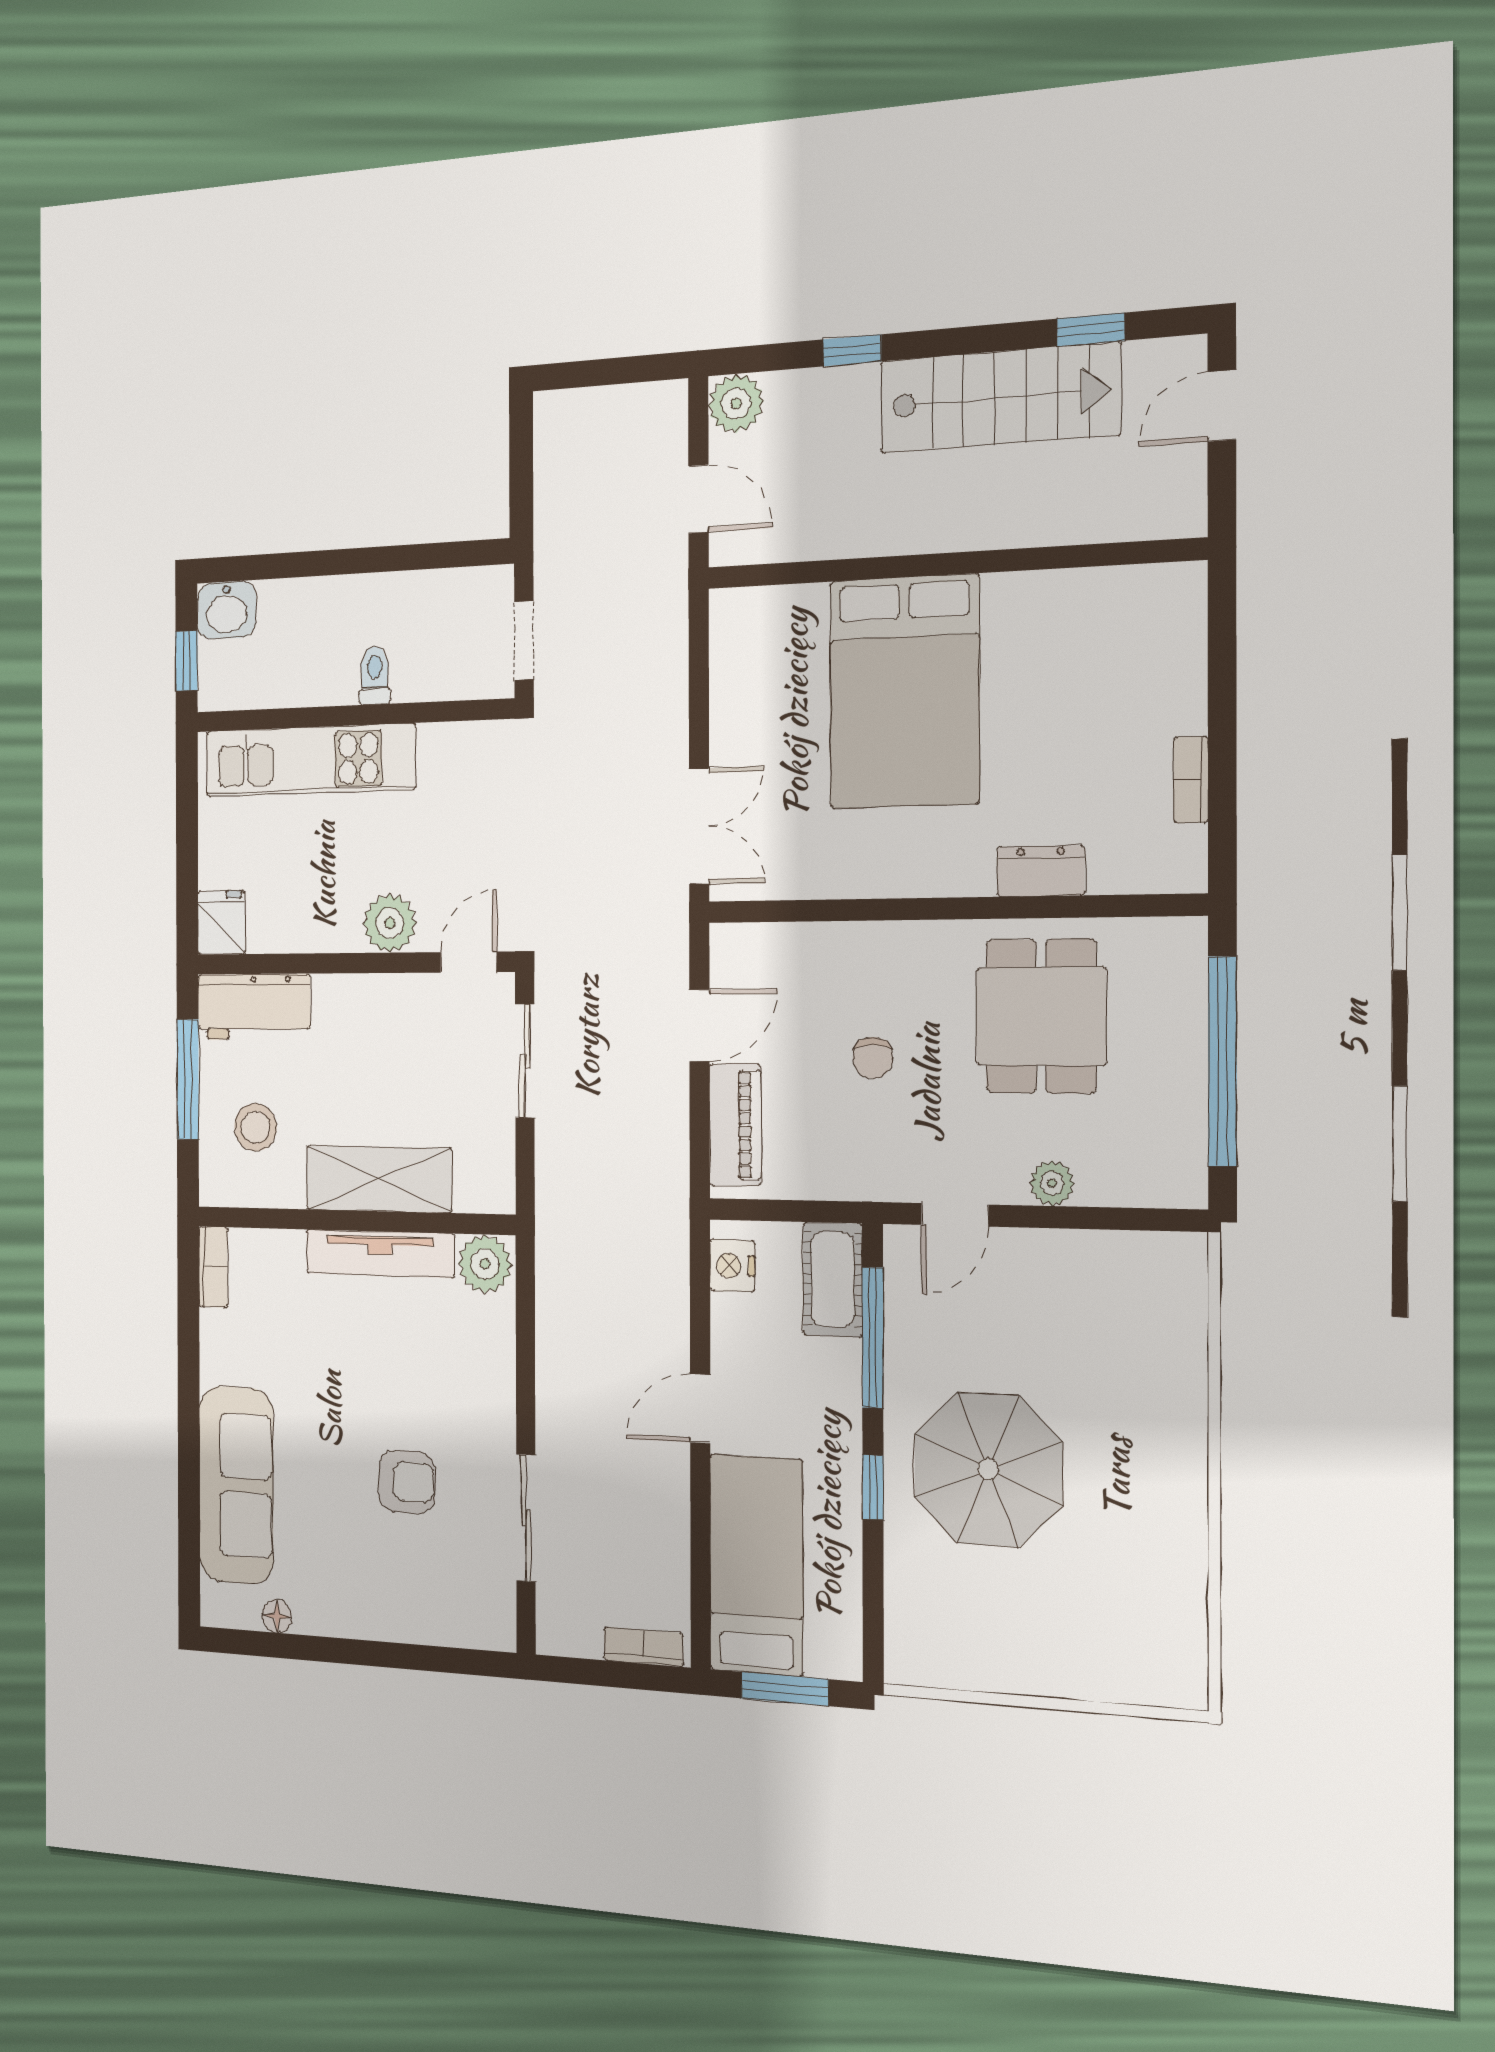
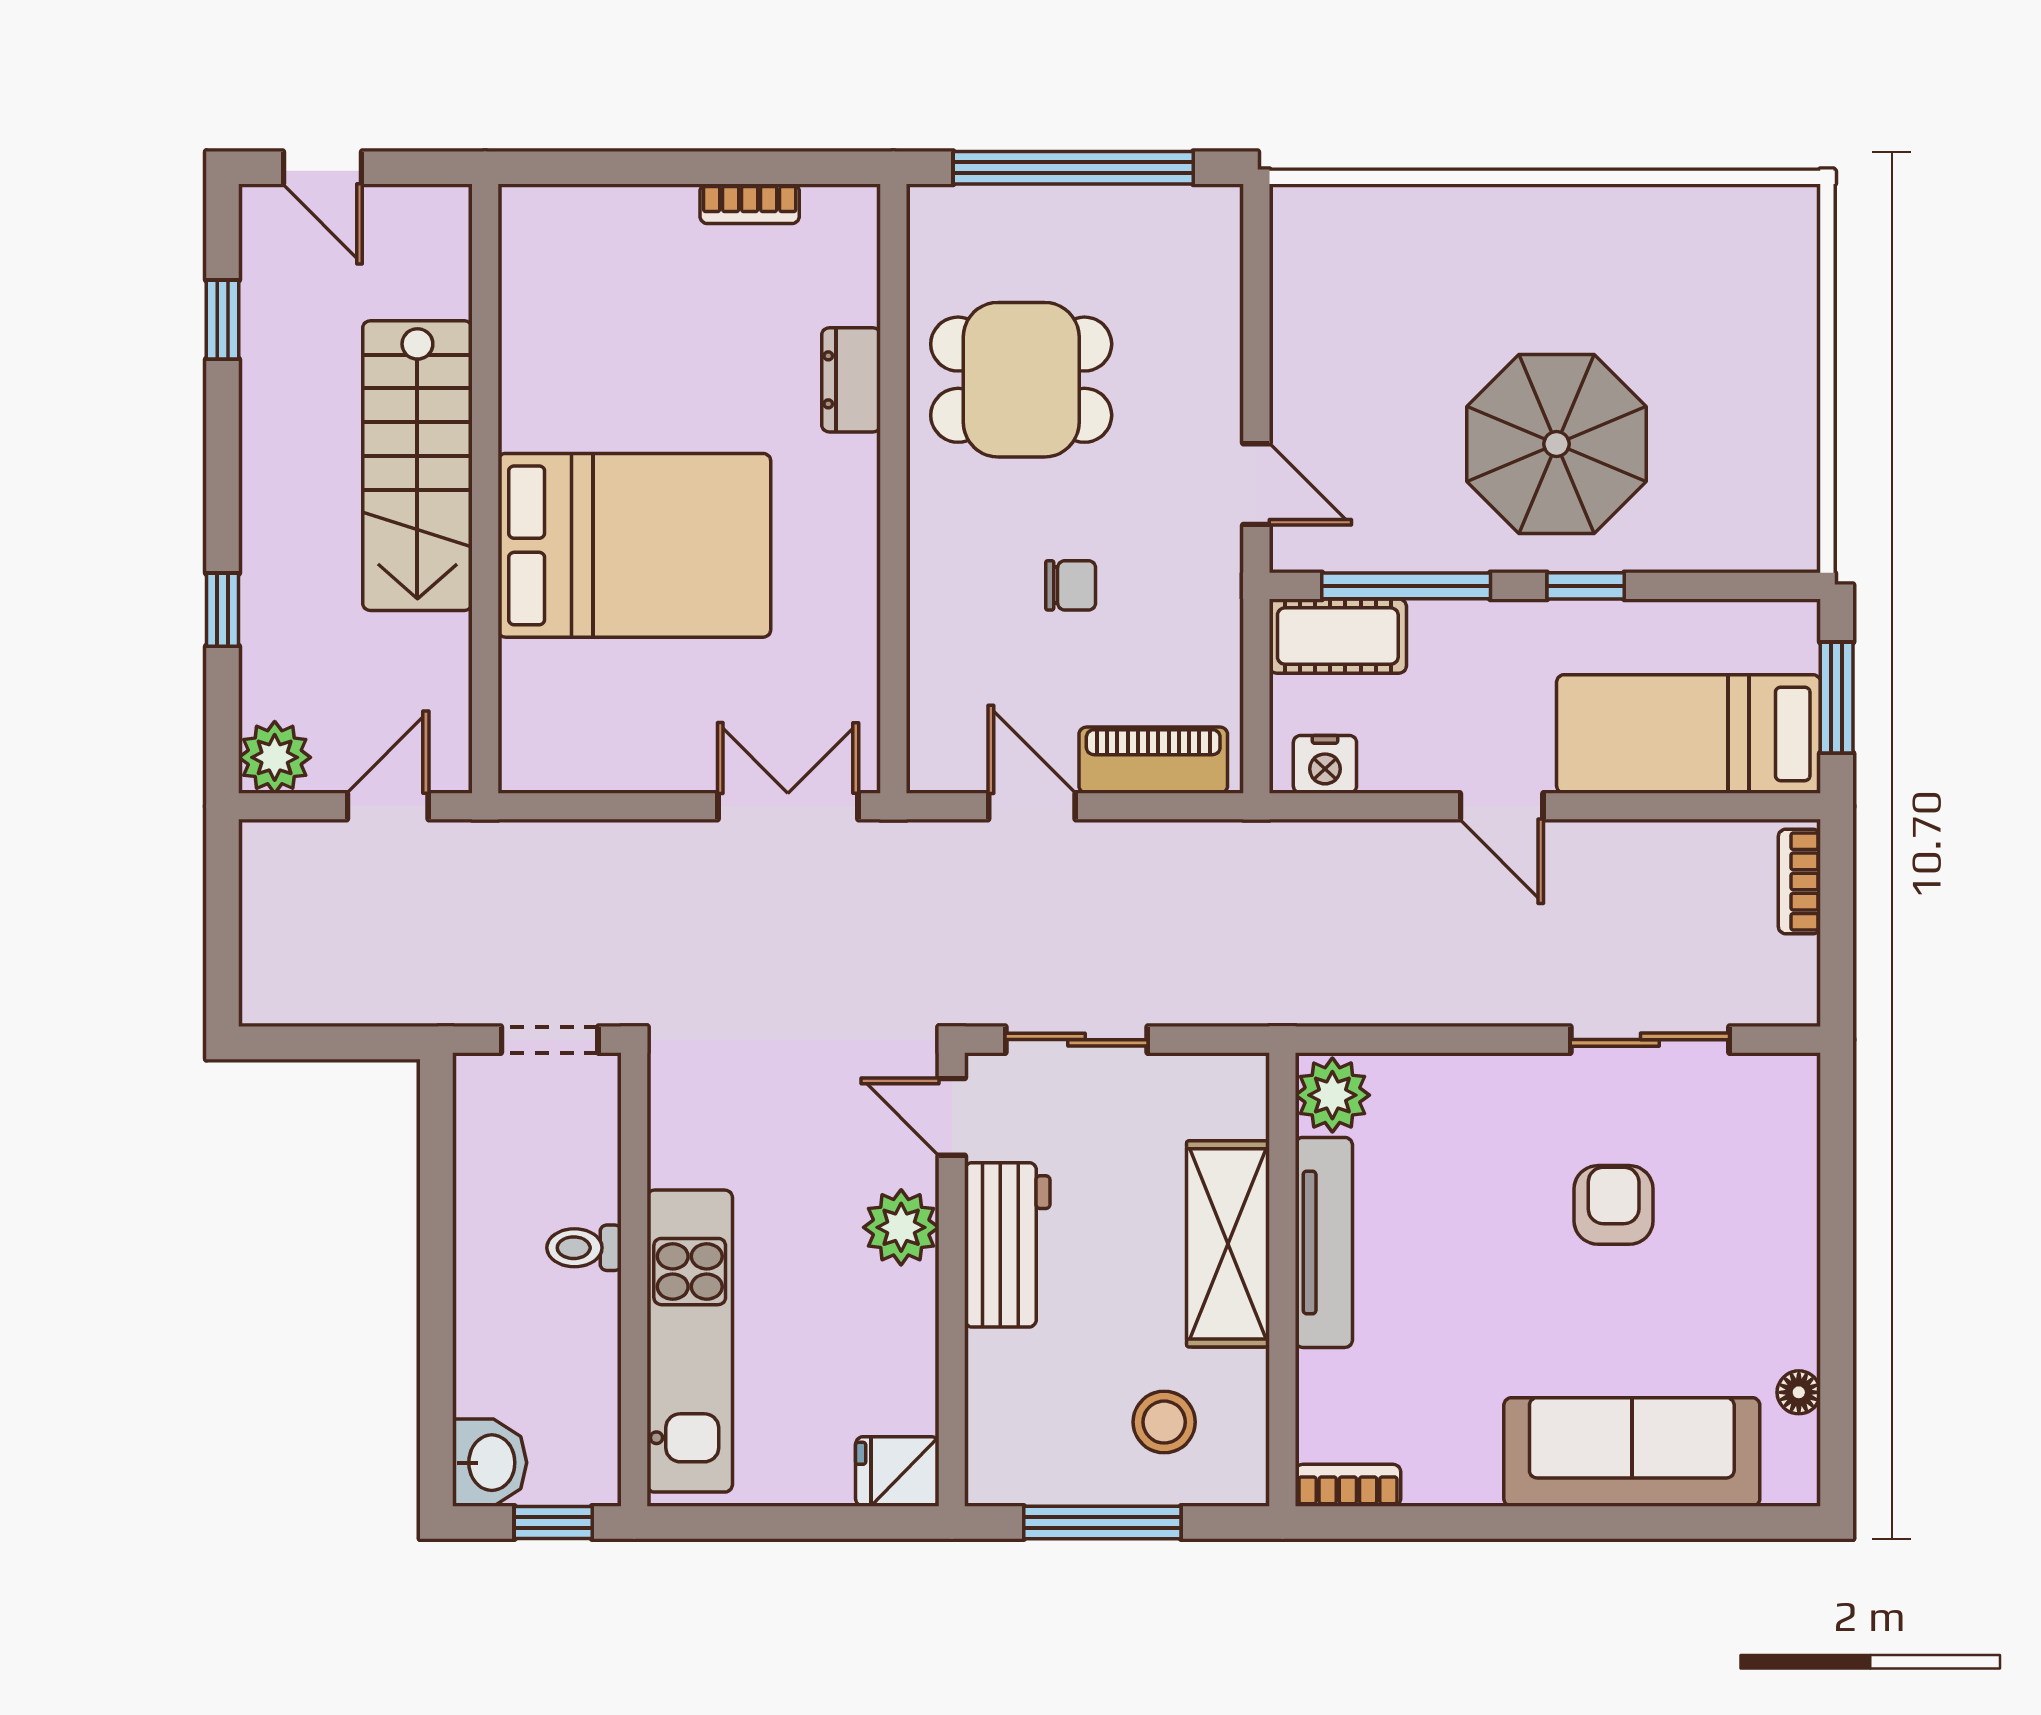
stairs: (999, 398) -> (417, 466), moved, turned 180
workbench: (254, 1007) -> (1007, 1245), moved
plant: (1052, 1183) -> (1217, 367), removed

